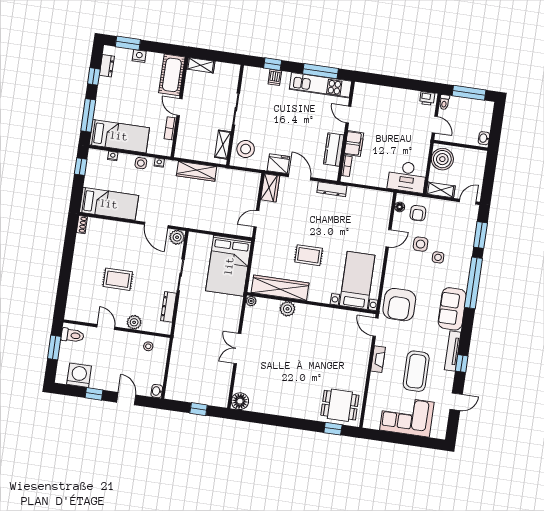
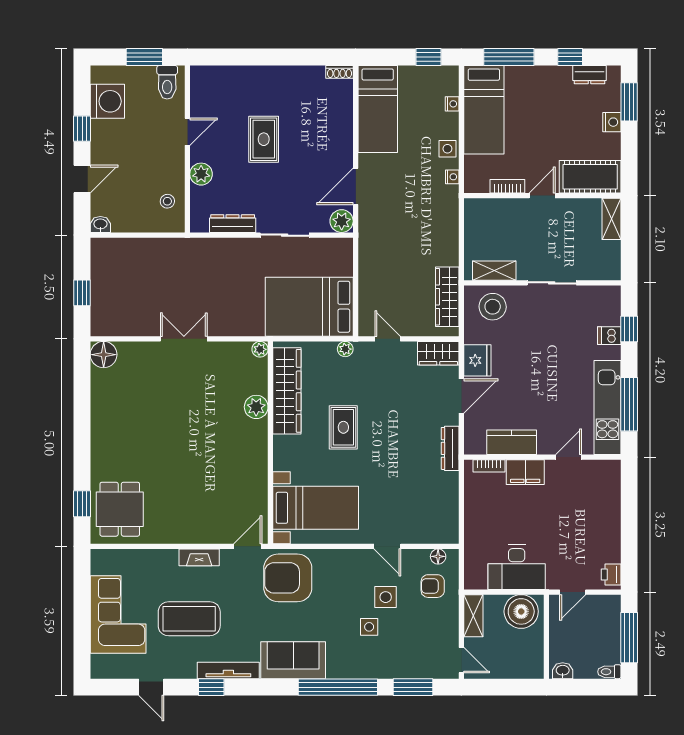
toilet: (444, 102) -> (609, 672), moved
wardrobe: (197, 171) -> (447, 297), moved
desk: (407, 177) -> (517, 567), moved, turned -90
plant: (259, 247) -> (345, 349), added

